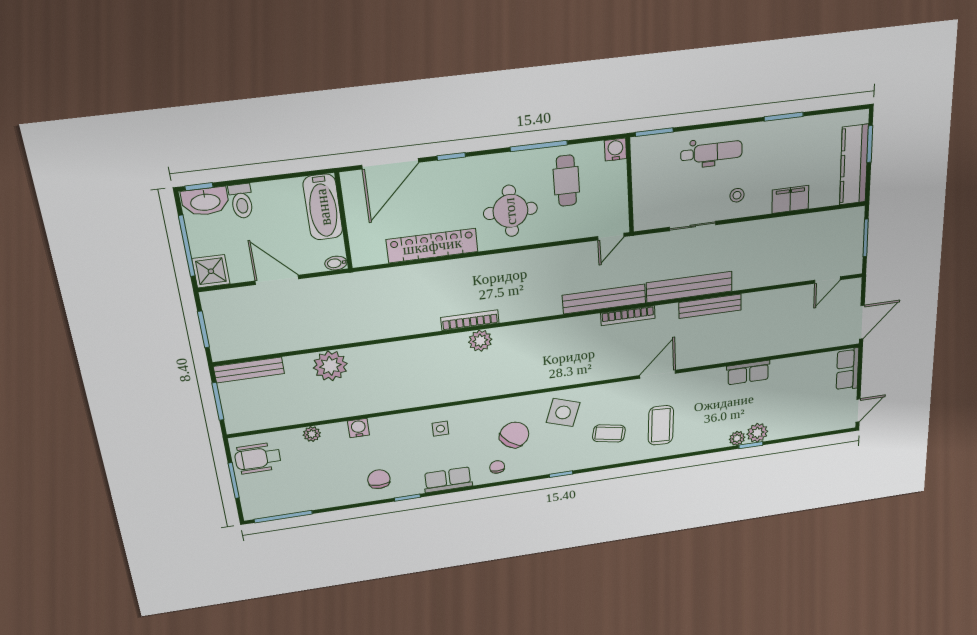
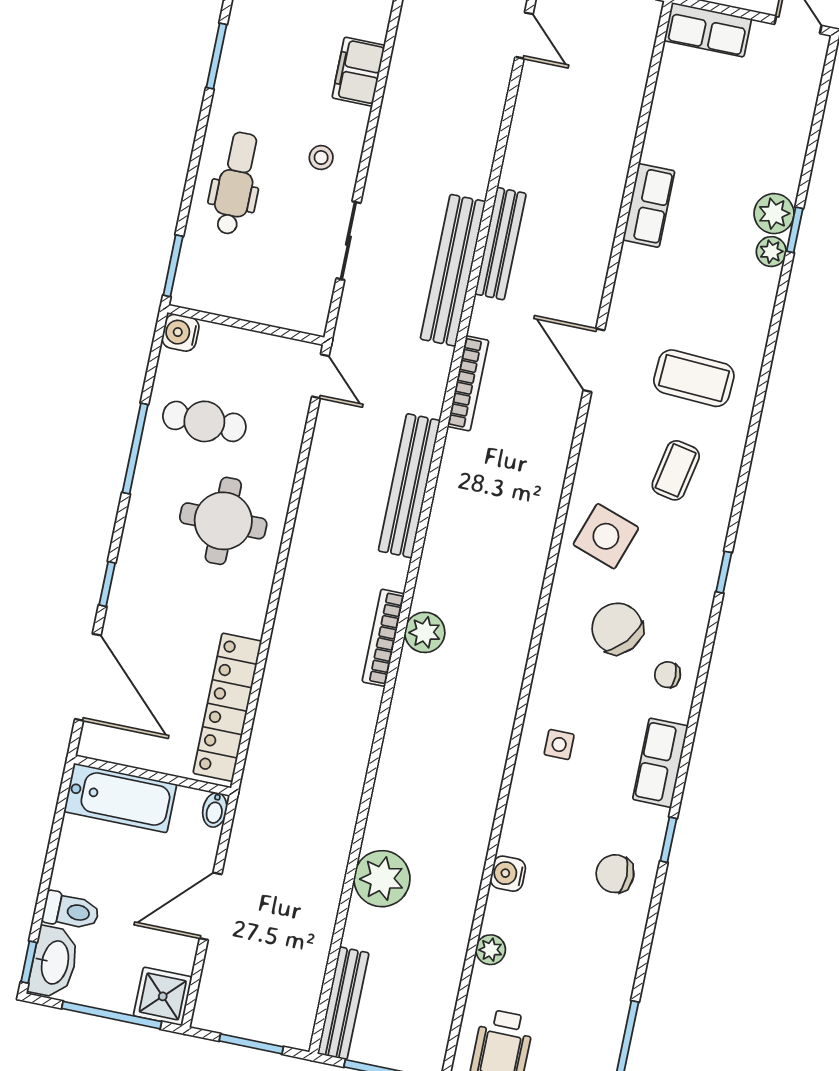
locker: (432, 246) -> (227, 707), moved
bench: (604, 299) -> (409, 486), moved

